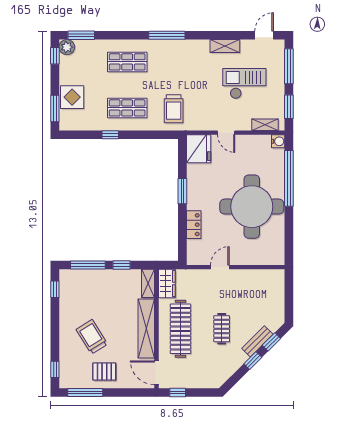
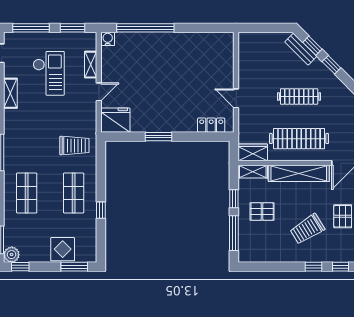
checkout: (244, 84) -> (49, 73), turned 180
shelving: (265, 125) -> (91, 65), moved
round table: (252, 207) -> (174, 66), removed
locker: (194, 225) -> (211, 125), moved
window: (55, 289) -> (313, 267), moved
pallet: (109, 293) -> (262, 212), added
clothes rail: (222, 329) -> (299, 96), width x1.36
bench: (257, 341) -> (301, 49), moved

